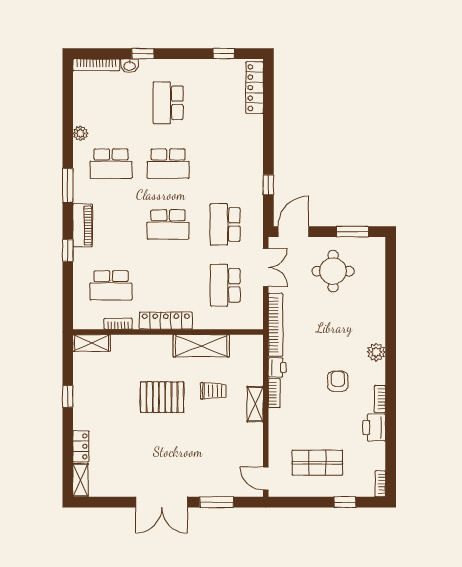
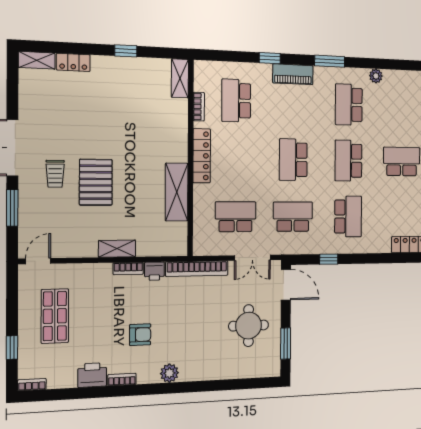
school desk: (225, 164) -> (348, 216), added
trolley: (213, 391) -> (55, 174), moved
pallet: (162, 397) -> (96, 182), moved

